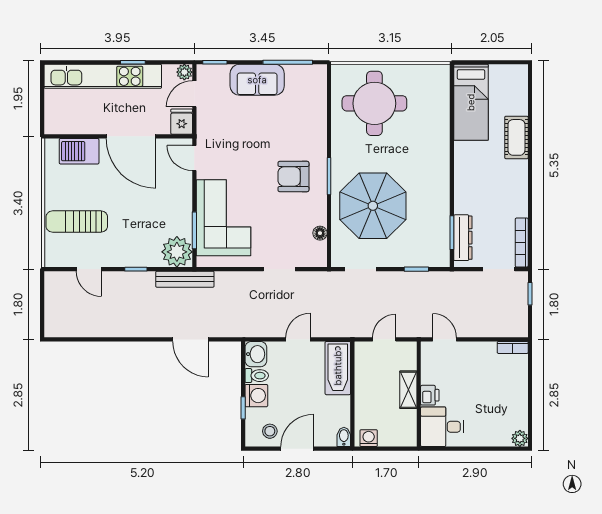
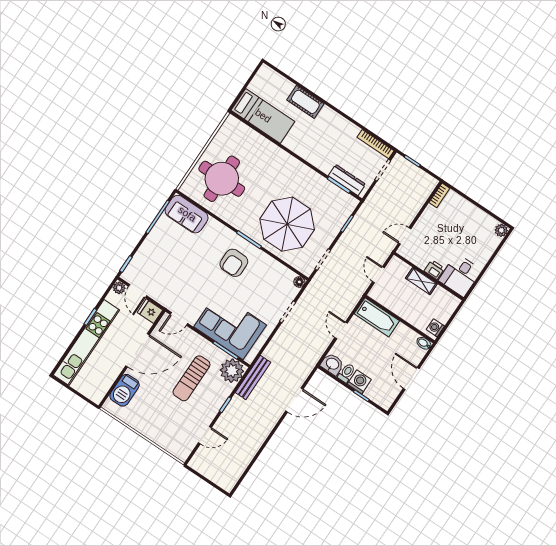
sofa: (257, 80) -> (187, 214), moved, turned 90
sun lounger: (77, 222) -> (192, 378), moved
floor lamp: (320, 233) -> (299, 282), moved
stool: (270, 431) -> (388, 389), removed

